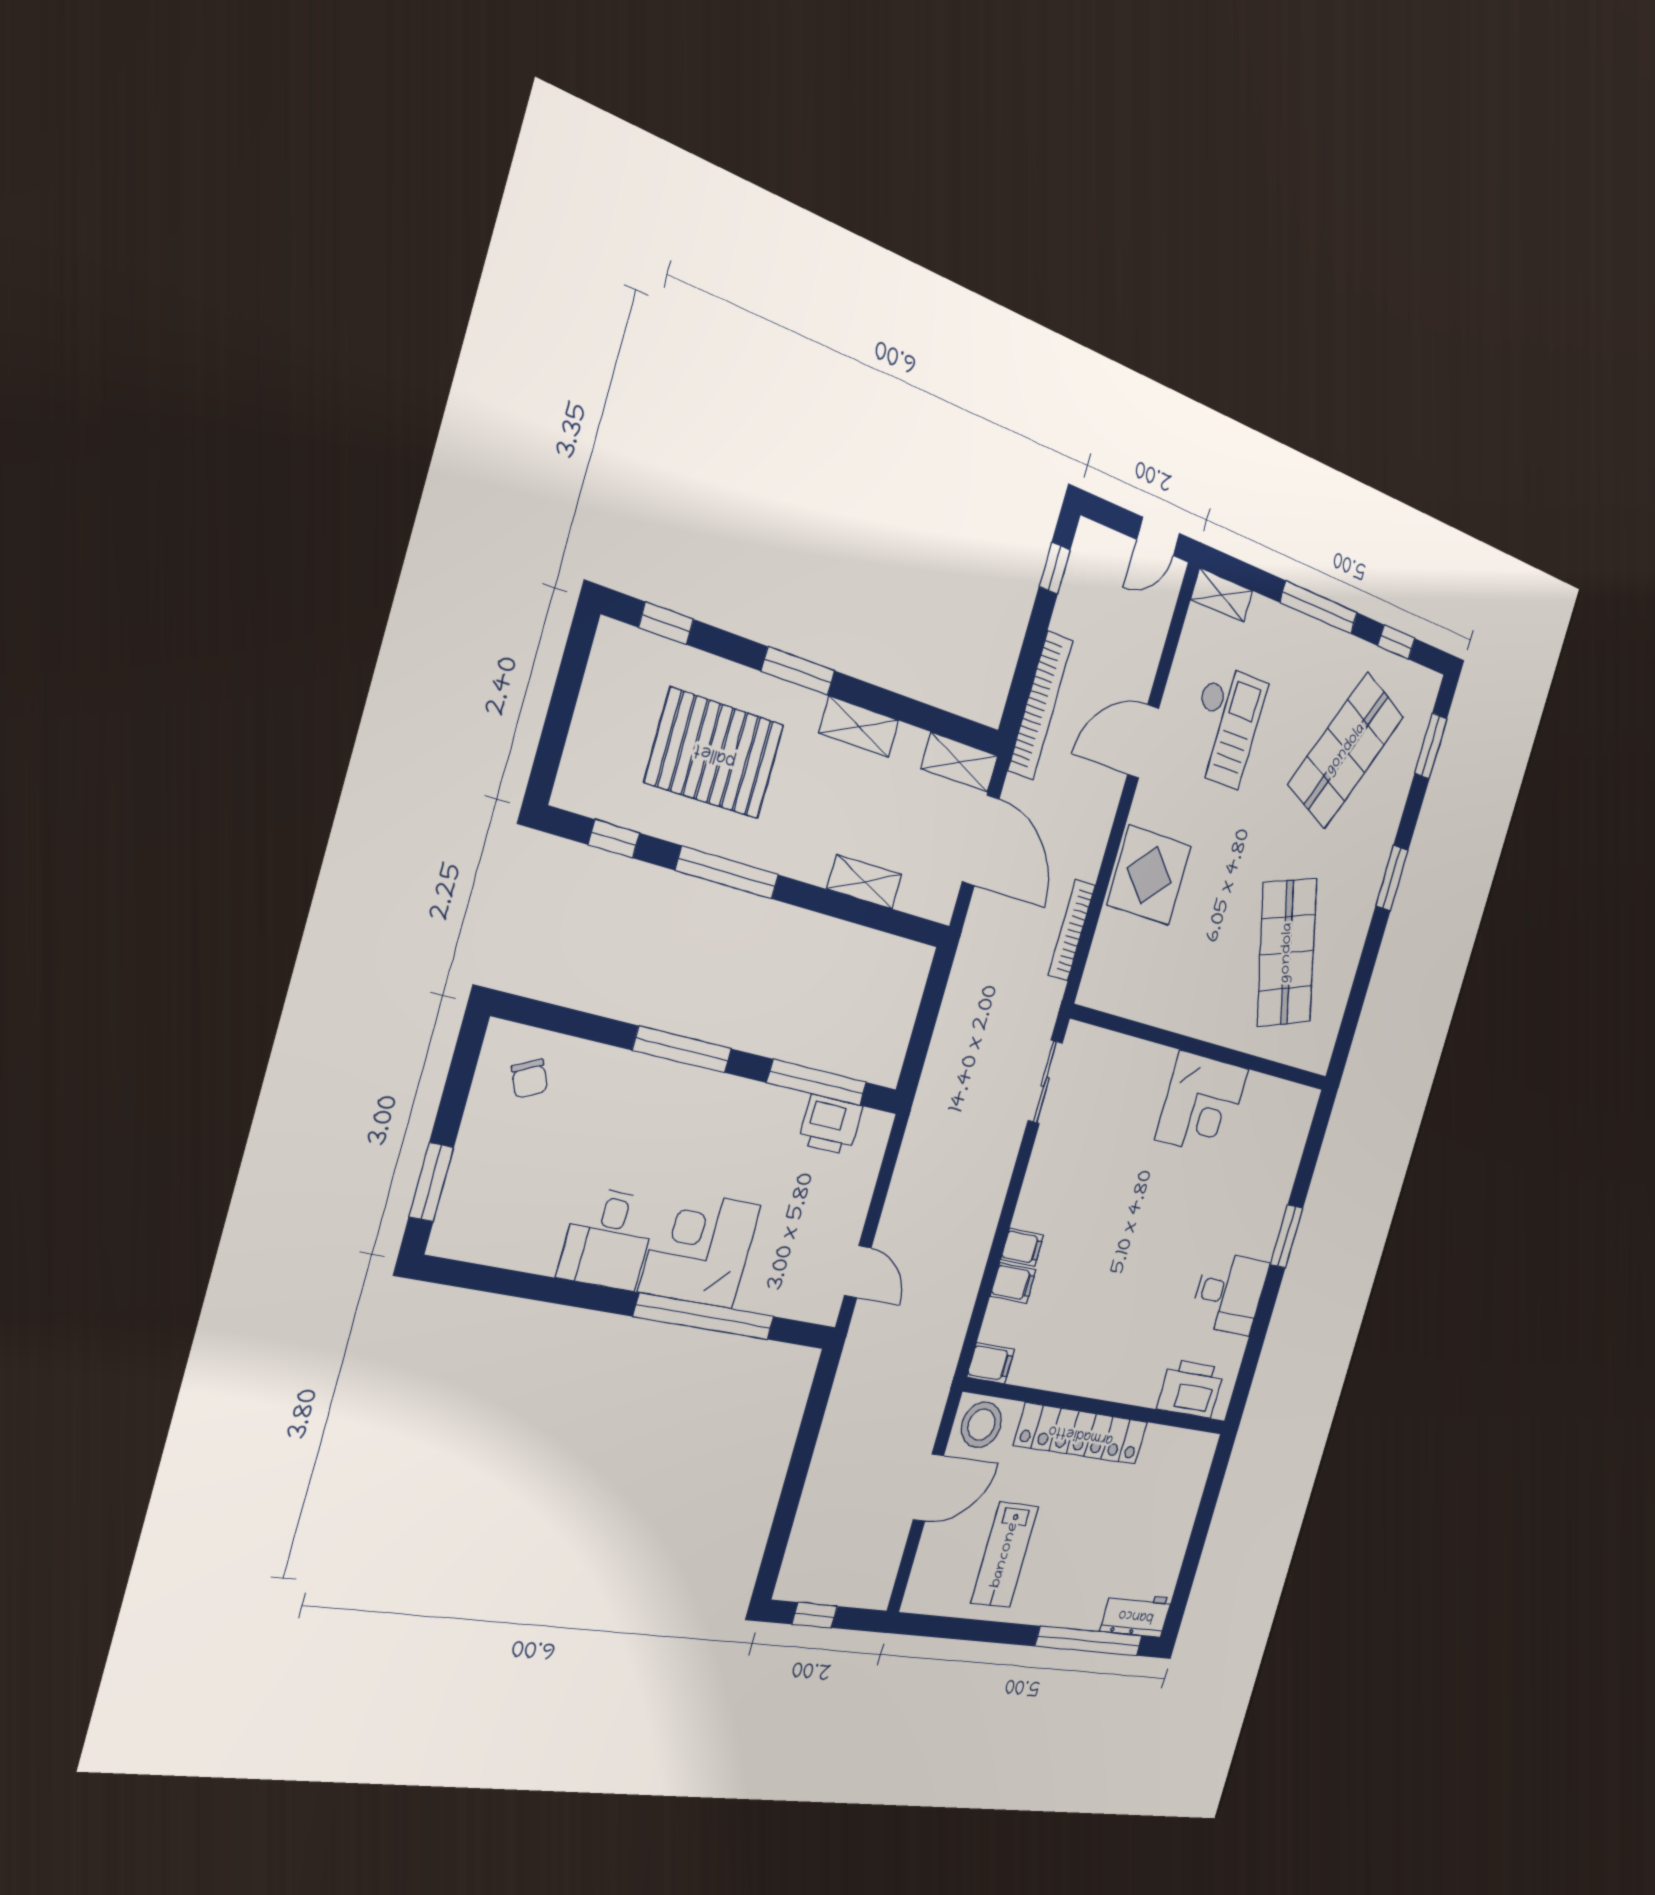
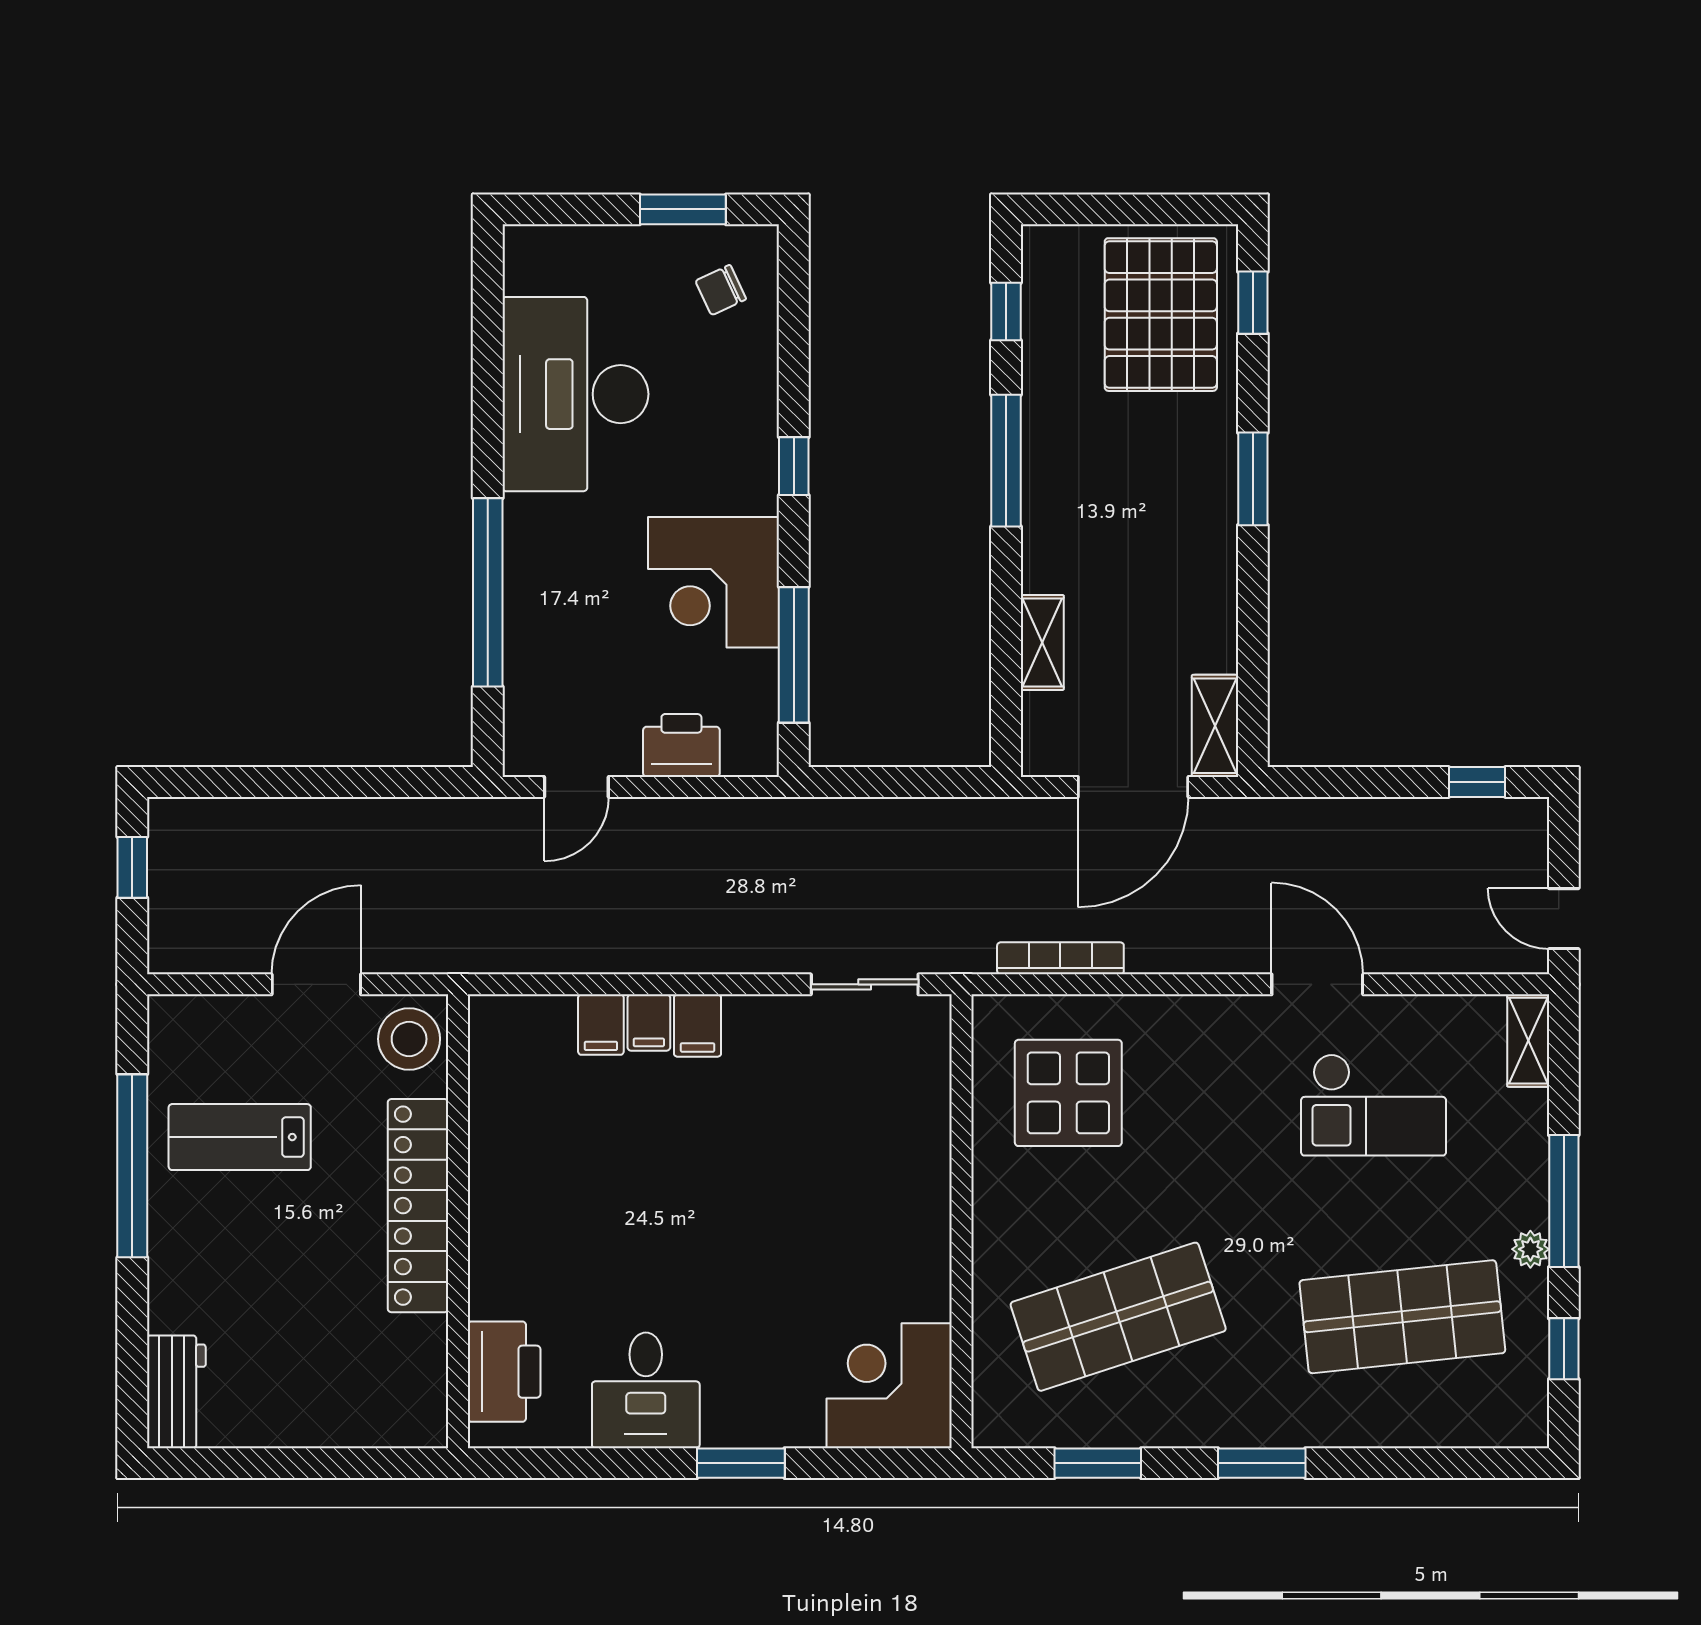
plant: (1337, 643) -> (1530, 1249), added
bookcase: (1040, 705) -> (1314, 817), removed
shelving: (859, 727) -> (1215, 577), removed
window: (1431, 746) -> (1098, 1463), moved
shop shelf: (1346, 750) -> (1402, 1317), turned -30
pallet: (715, 754) -> (1161, 315), moved
display table: (1149, 875) -> (1068, 1093), moved
window: (682, 1049) -> (794, 466), width x0.46
corner desk: (1202, 1104) -> (889, 1386), moved, turned 90
printer: (830, 1125) -> (681, 745), moved, turned 90
window: (431, 1182) -> (683, 209), moved
desk: (608, 1239) -> (575, 394), width x1.87, depth x1.30
corner desk: (700, 1248) -> (714, 582), moved, turned 180
filing cabinet: (991, 1363) -> (698, 1026), moved
door: (928, 1488) -> (316, 984), swing flipped
window: (1089, 1641) -> (132, 1166), moved

